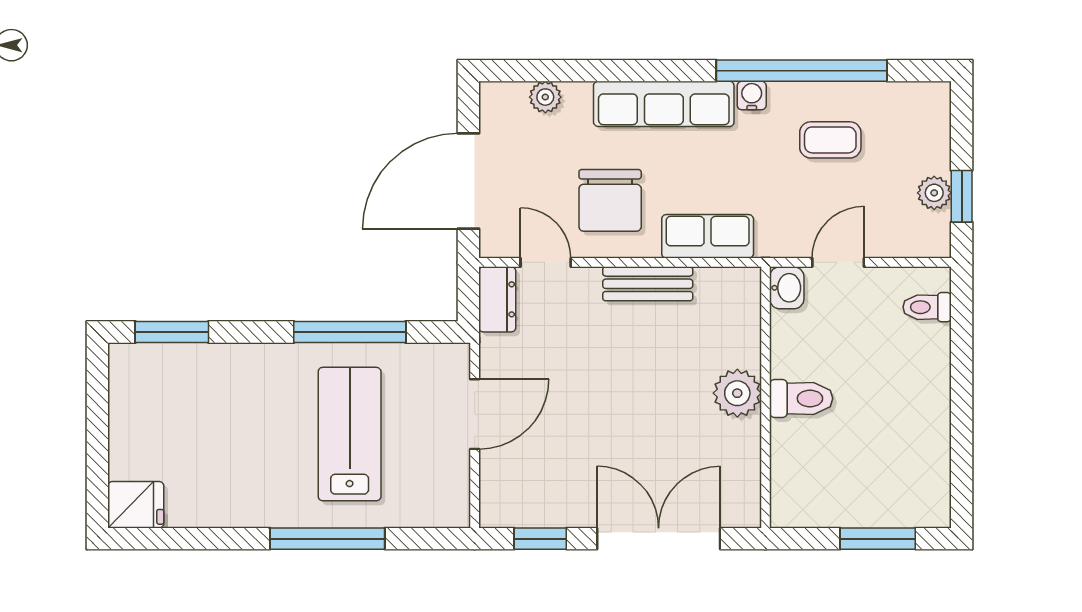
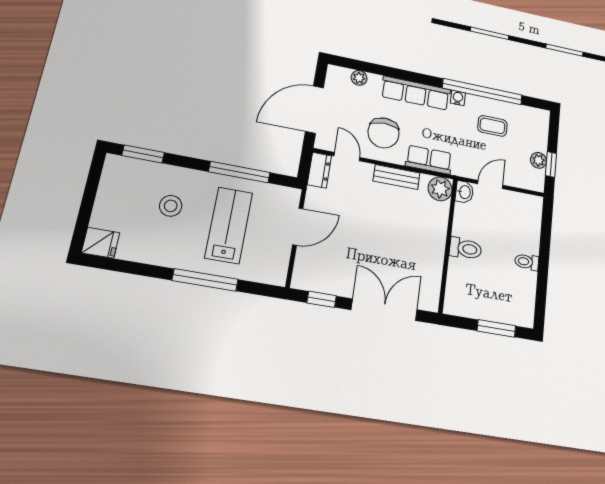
toilet: (927, 307) -> (527, 262), moved
plant: (737, 393) -> (440, 189), moved
stool: (240, 418) -> (171, 206), added

